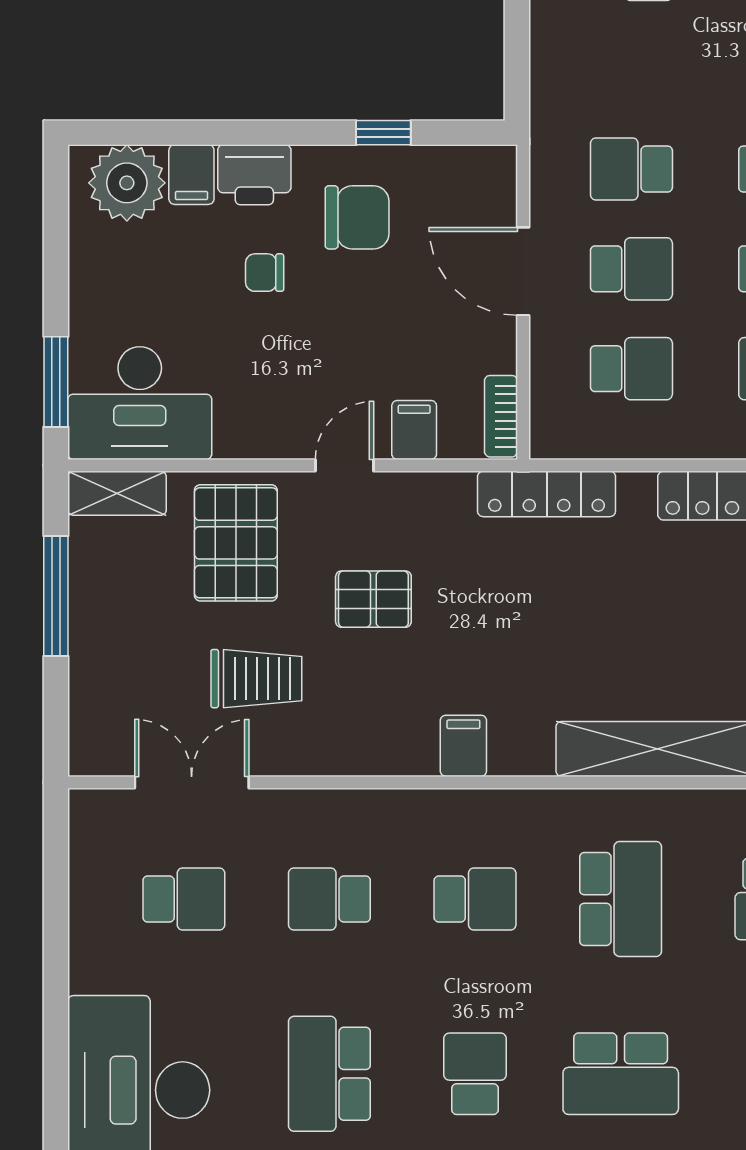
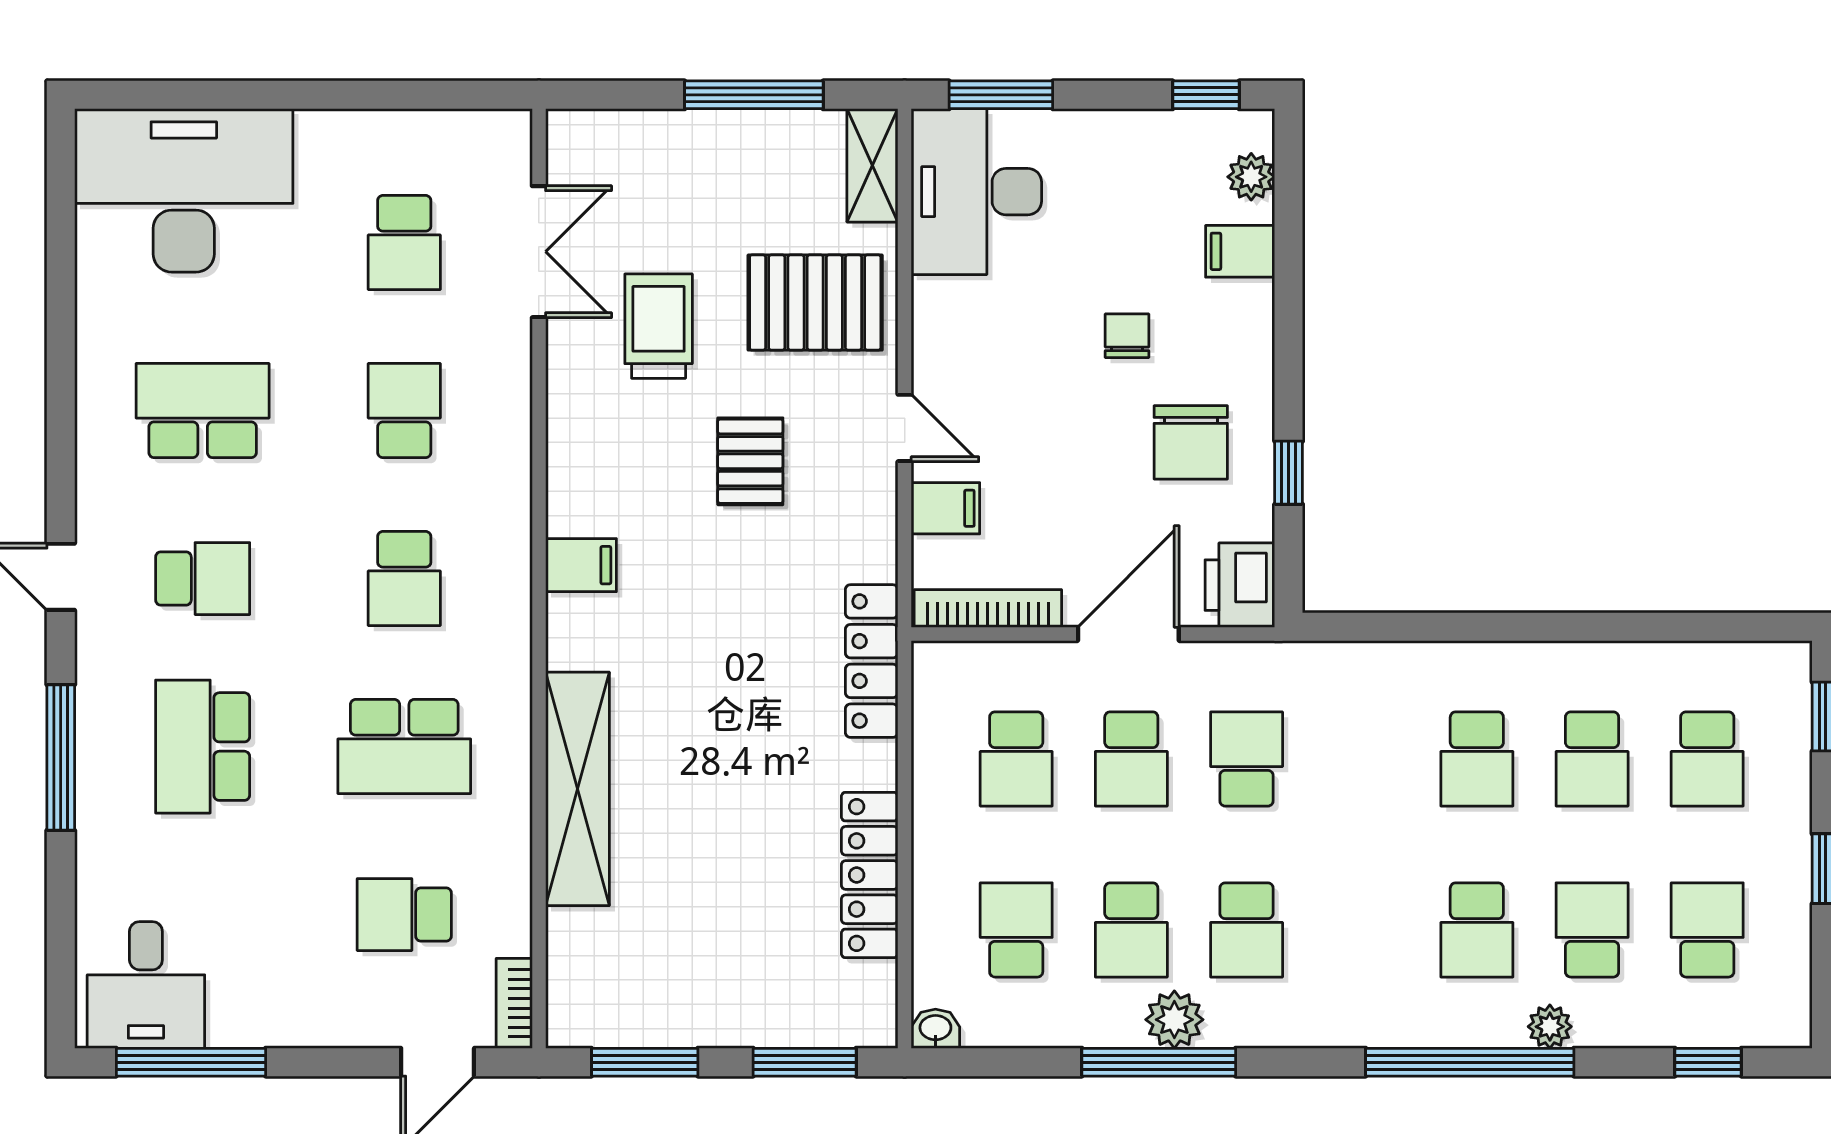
printer: (254, 175) -> (1240, 585), moved
plant: (127, 183) -> (1251, 177), width x0.53, depth x0.53
window: (56, 204) -> (1206, 95), added
bookcase: (501, 416) -> (988, 608), width x1.56
trolley: (256, 679) -> (659, 326), turned 180

